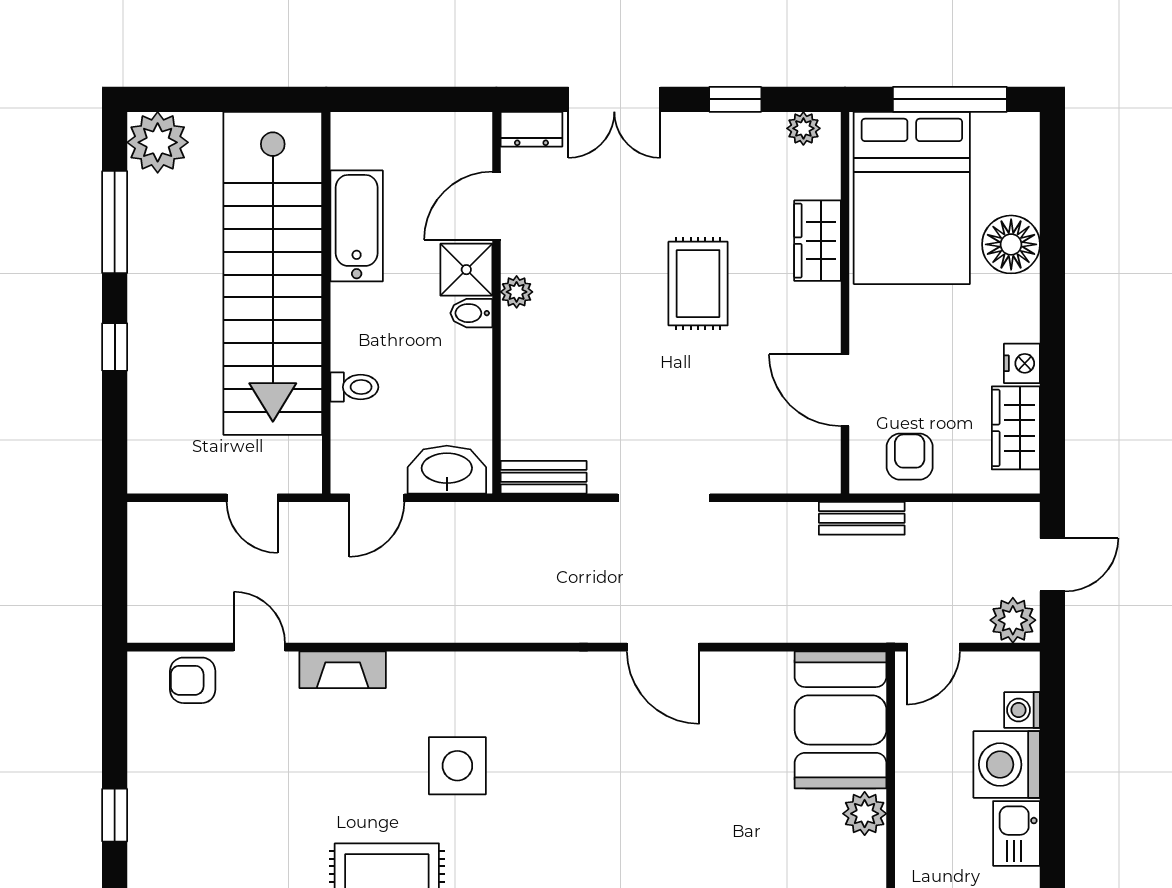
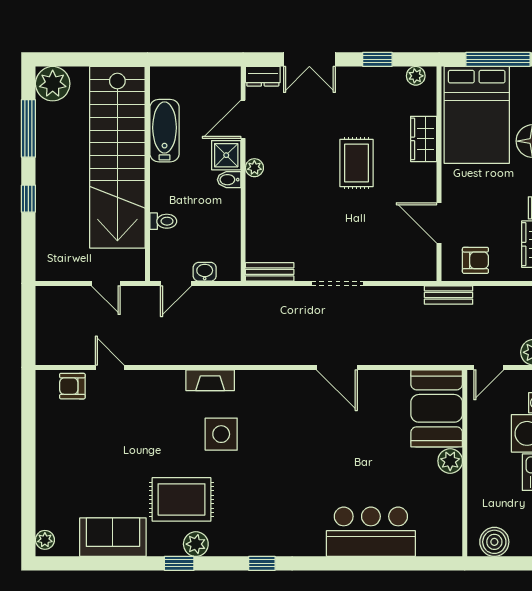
armchair: (910, 457) -> (475, 260), turned 90
washbasin: (447, 470) -> (205, 272), width x0.52, depth x0.69
fireplace: (343, 670) -> (210, 380), moved
window: (115, 815) -> (28, 462), removed

